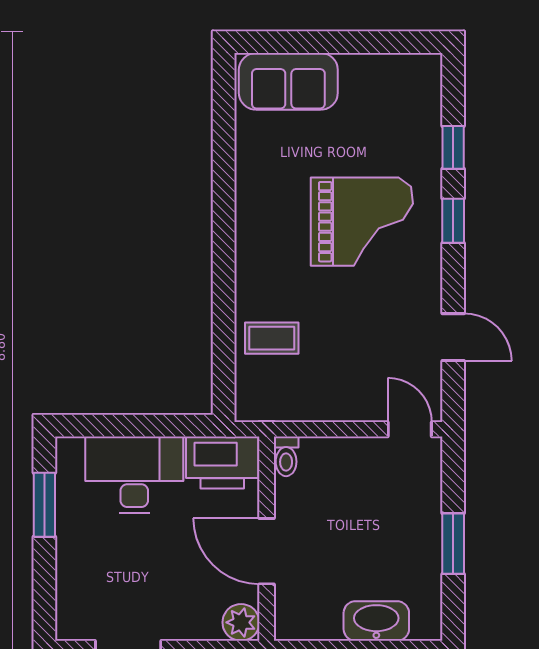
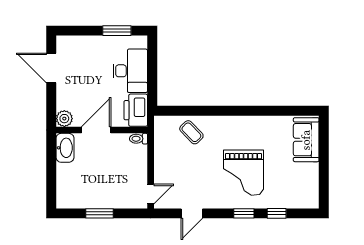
coffee table: (272, 338) -> (191, 132), turned -44
washbasin: (376, 621) -> (65, 148), moved

